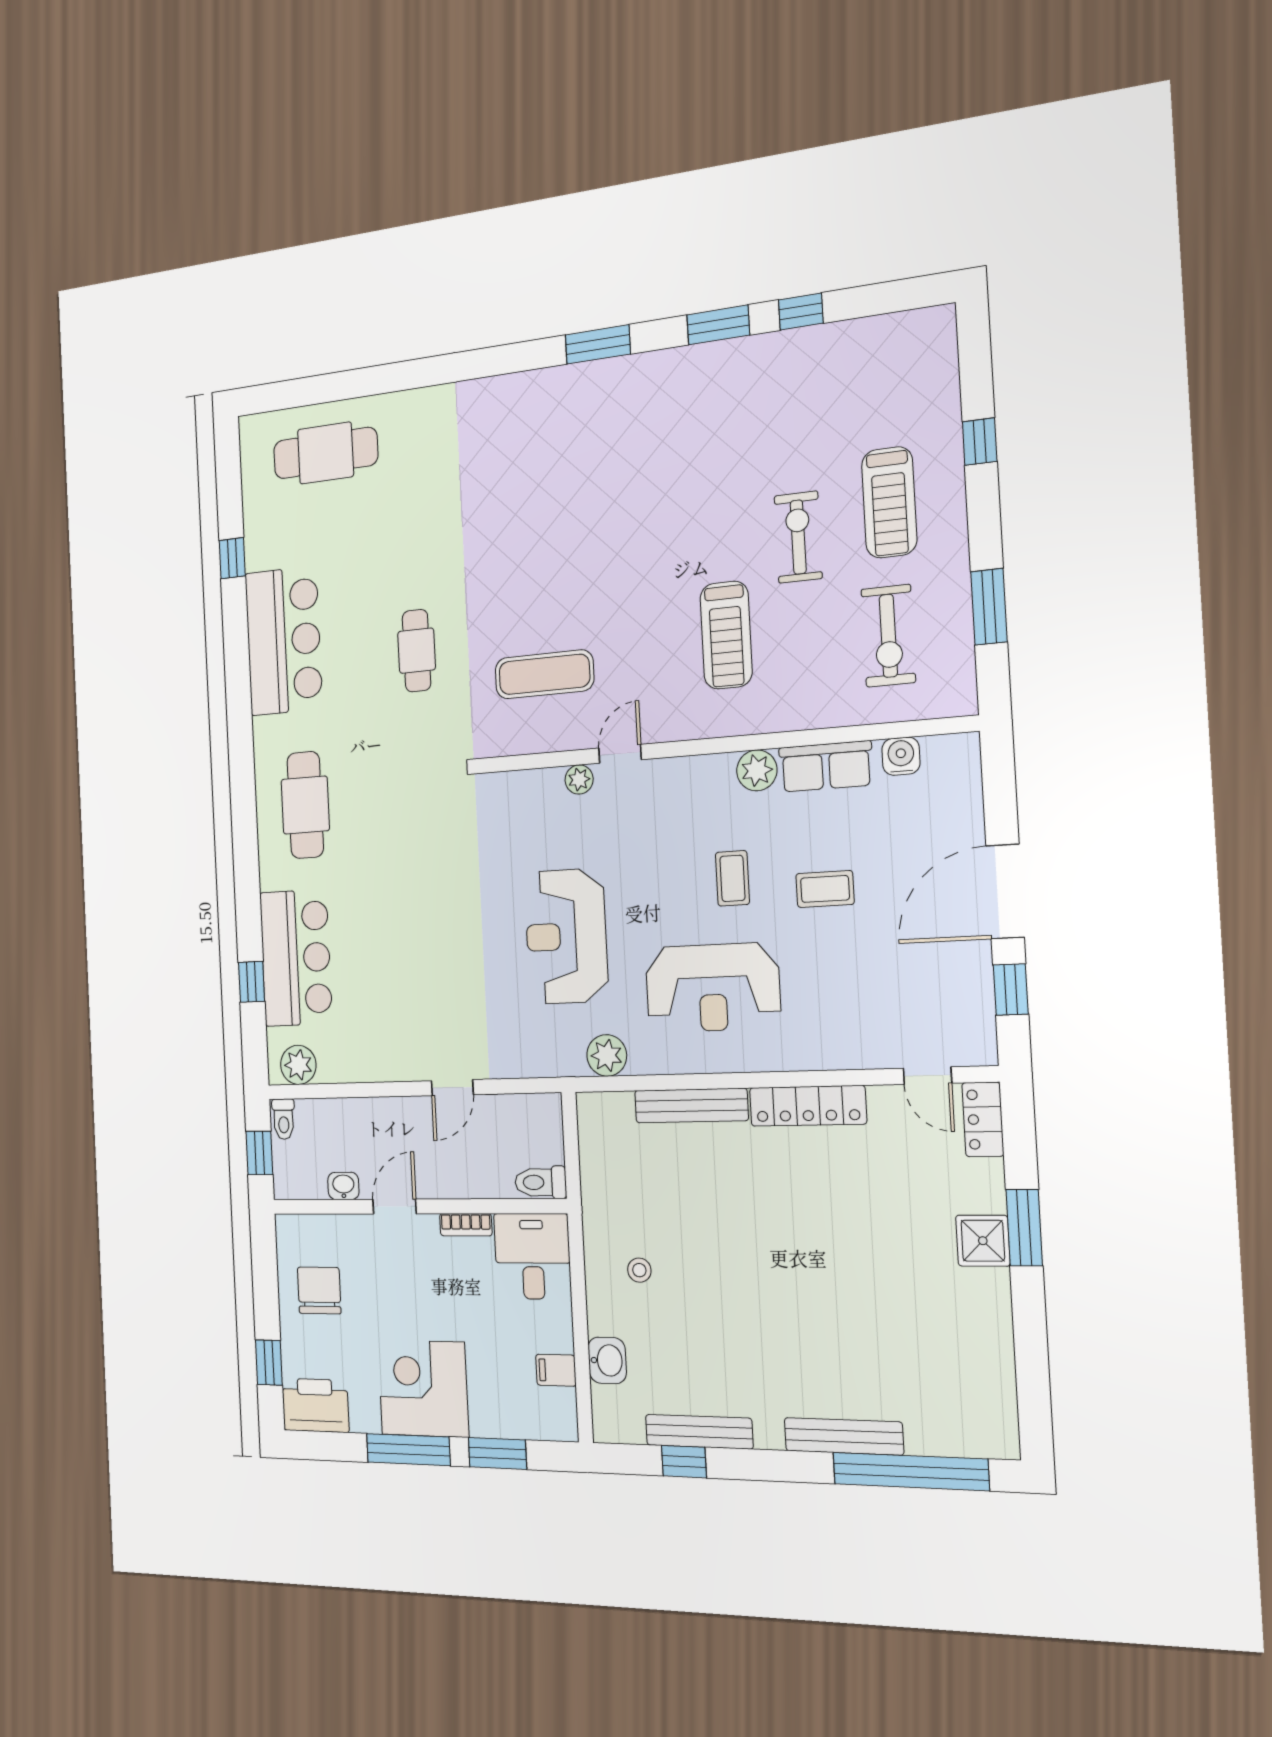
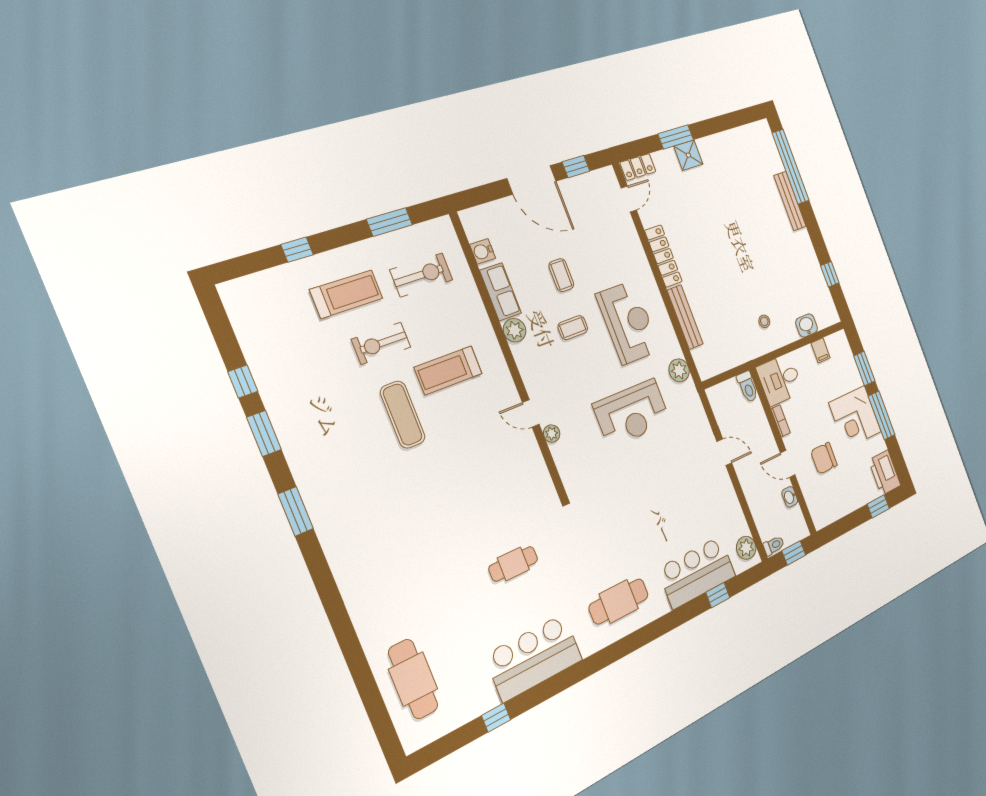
treadmill: (726, 635) -> (448, 370), turned 180
exercise mat: (544, 674) -> (403, 415), moved
chair: (319, 1290) -> (824, 458), moved
bench: (699, 1432) -> (816, 271), removed

